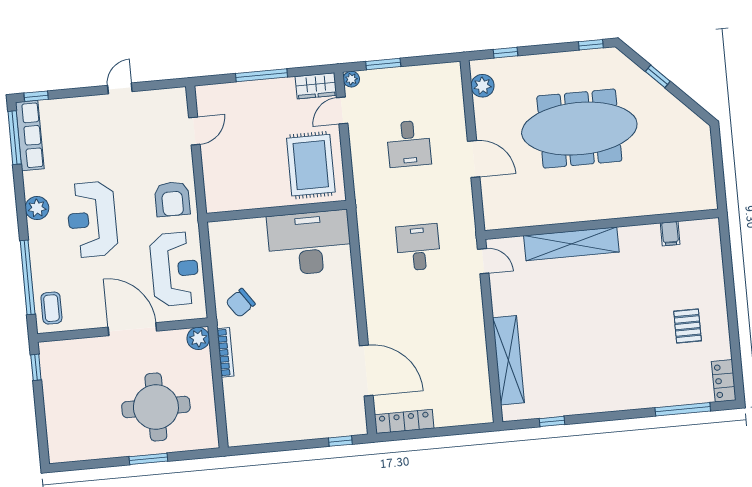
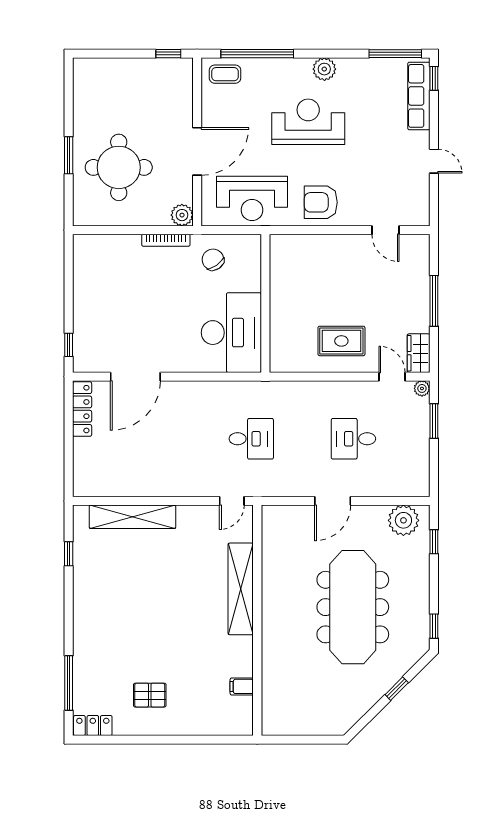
plant: (483, 86) -> (403, 520), width x1.36, depth x1.36
row of seats: (30, 136) -> (419, 96), moved, turned 90
rug: (311, 165) -> (341, 341), width x0.73, depth x0.70
wall: (277, 211) -> (265, 303), moved
desk: (309, 243) -> (231, 333), moved

